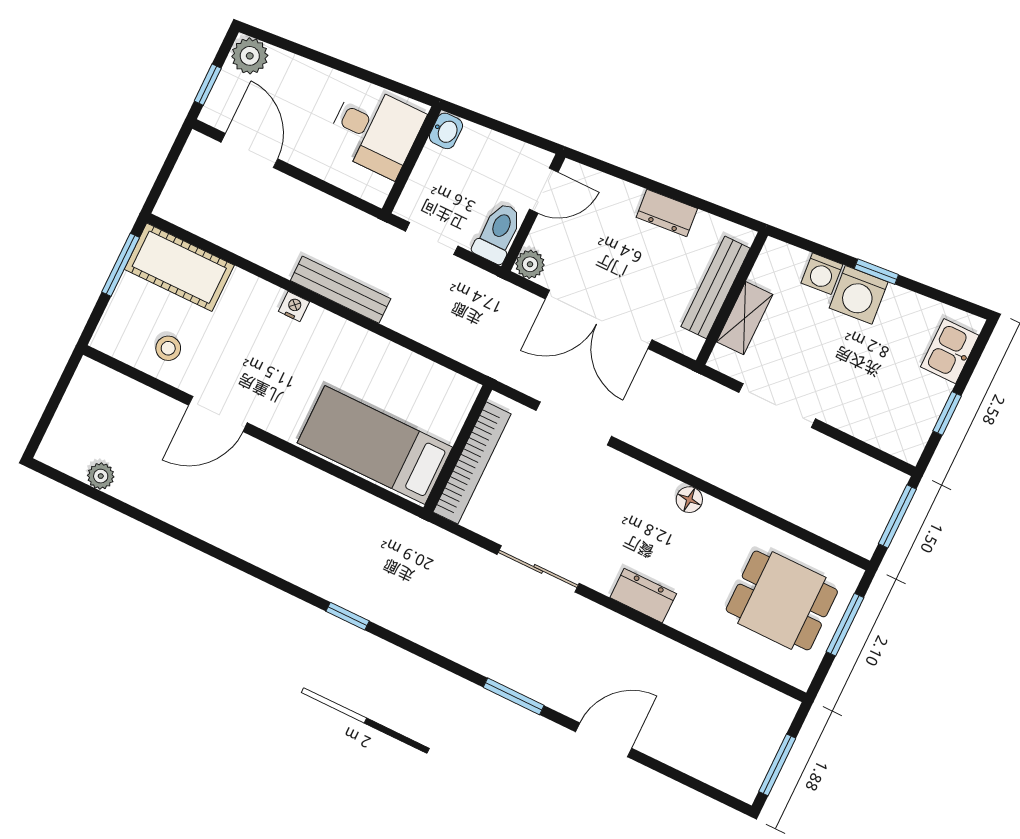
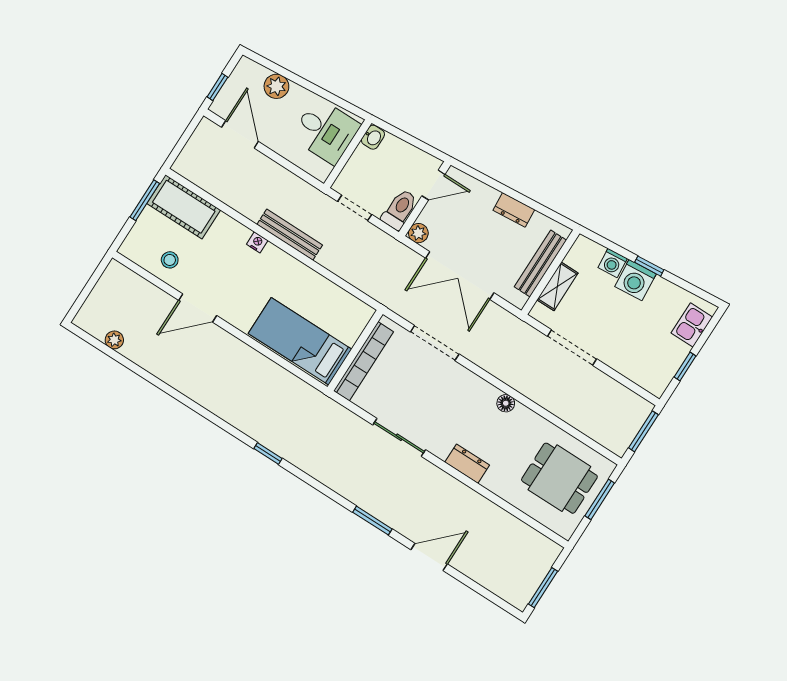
plant: (250, 56) -> (276, 86), moved

